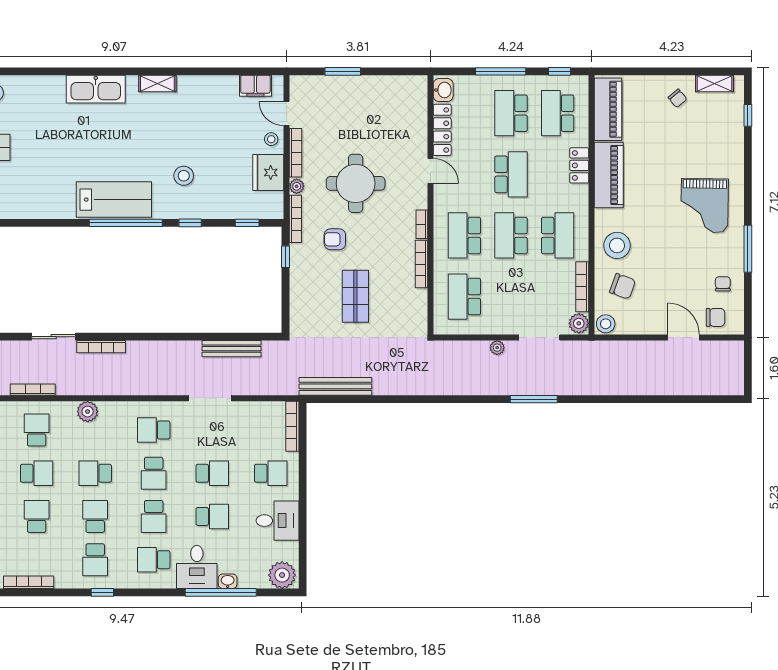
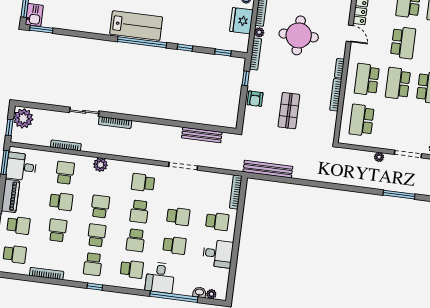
stool: (184, 176) -> (185, 16), removed
armchair: (335, 239) -> (255, 99), moved, turned -90
school desk: (95, 473) -> (100, 206), turned 90
school desk: (154, 560) -> (132, 269), turned 180
plant: (282, 575) -> (211, 294), width x0.53, depth x0.53
washbasin: (228, 581) -> (199, 292), moved

